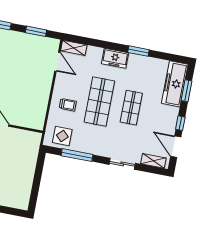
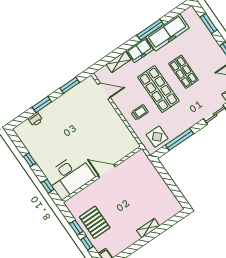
shelving: (74, 48) -> (119, 62), moved
window: (138, 51) -> (150, 30), width x1.44
freezer: (175, 84) -> (168, 32), moved, turned -90

